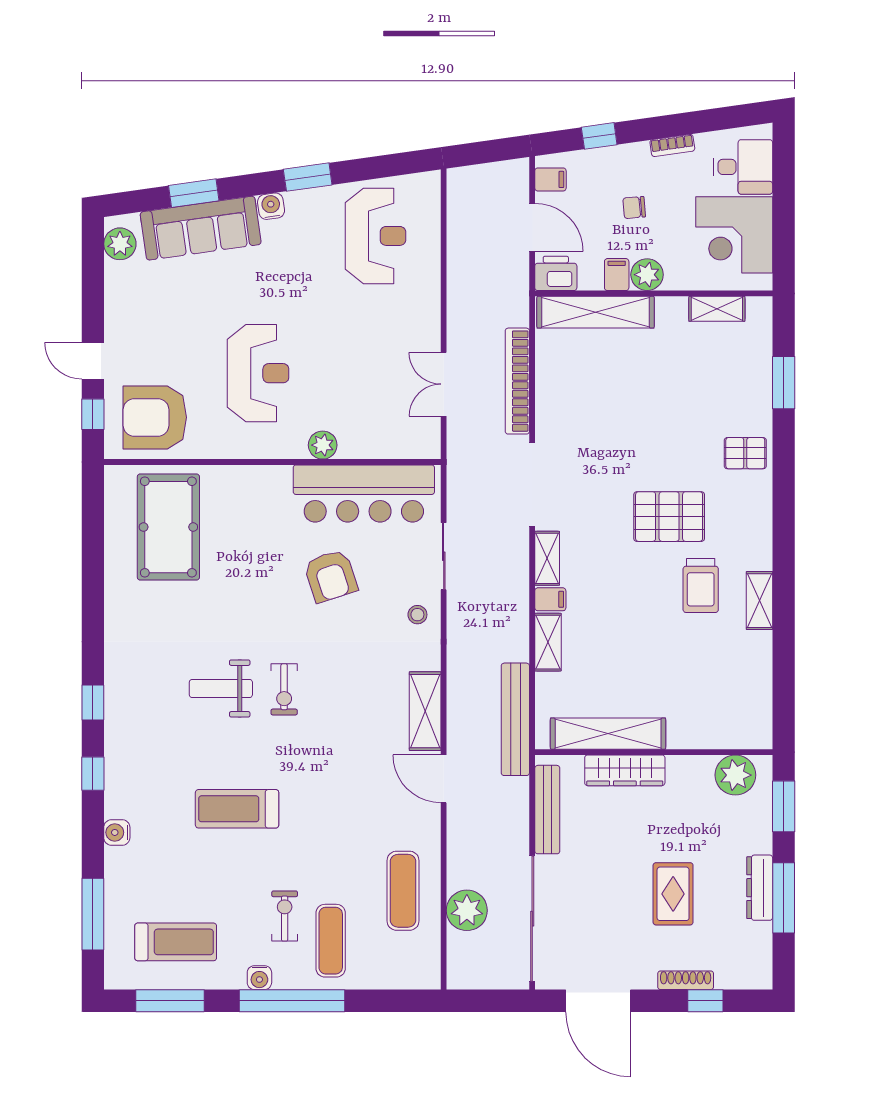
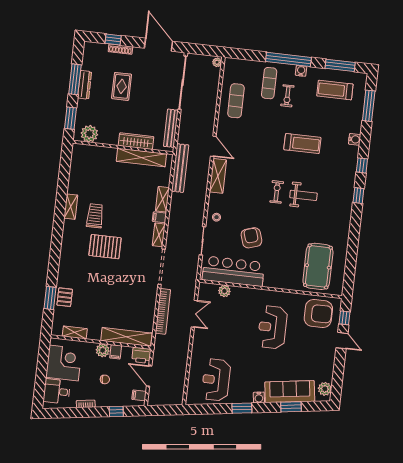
plant: (323, 445) -> (224, 291), moved
pallet: (745, 453) -> (65, 297), moved, turned 90
plant: (467, 910) -> (217, 62), moved, width x0.53, depth x0.53

